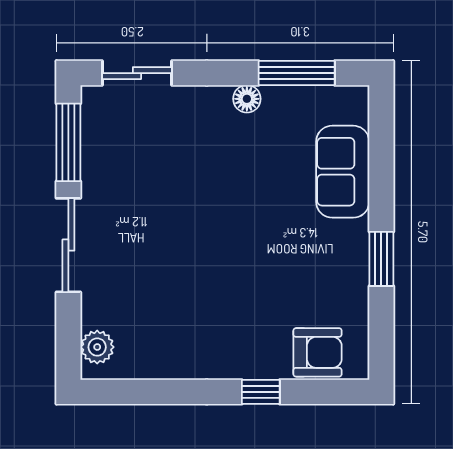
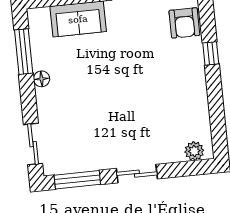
sliding door: (68, 245) -> (137, 174), width x0.73
armchair: (318, 352) -> (184, 23), turned 180

